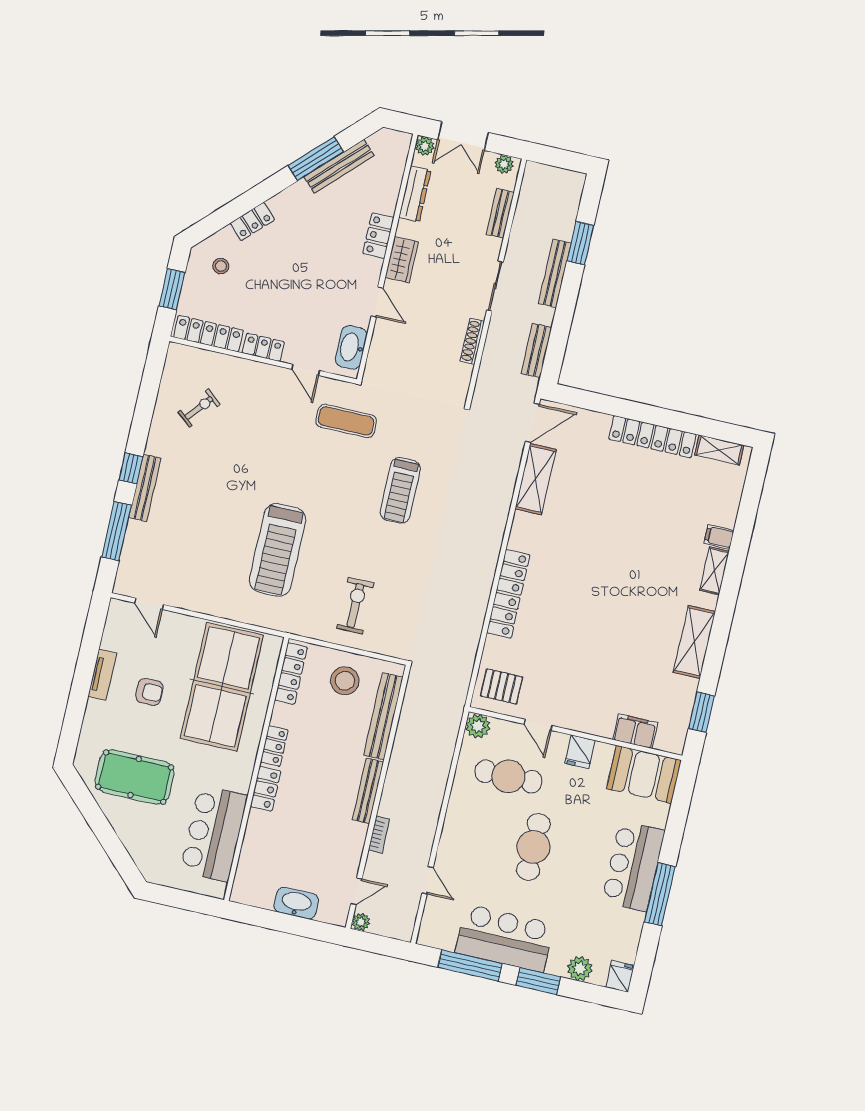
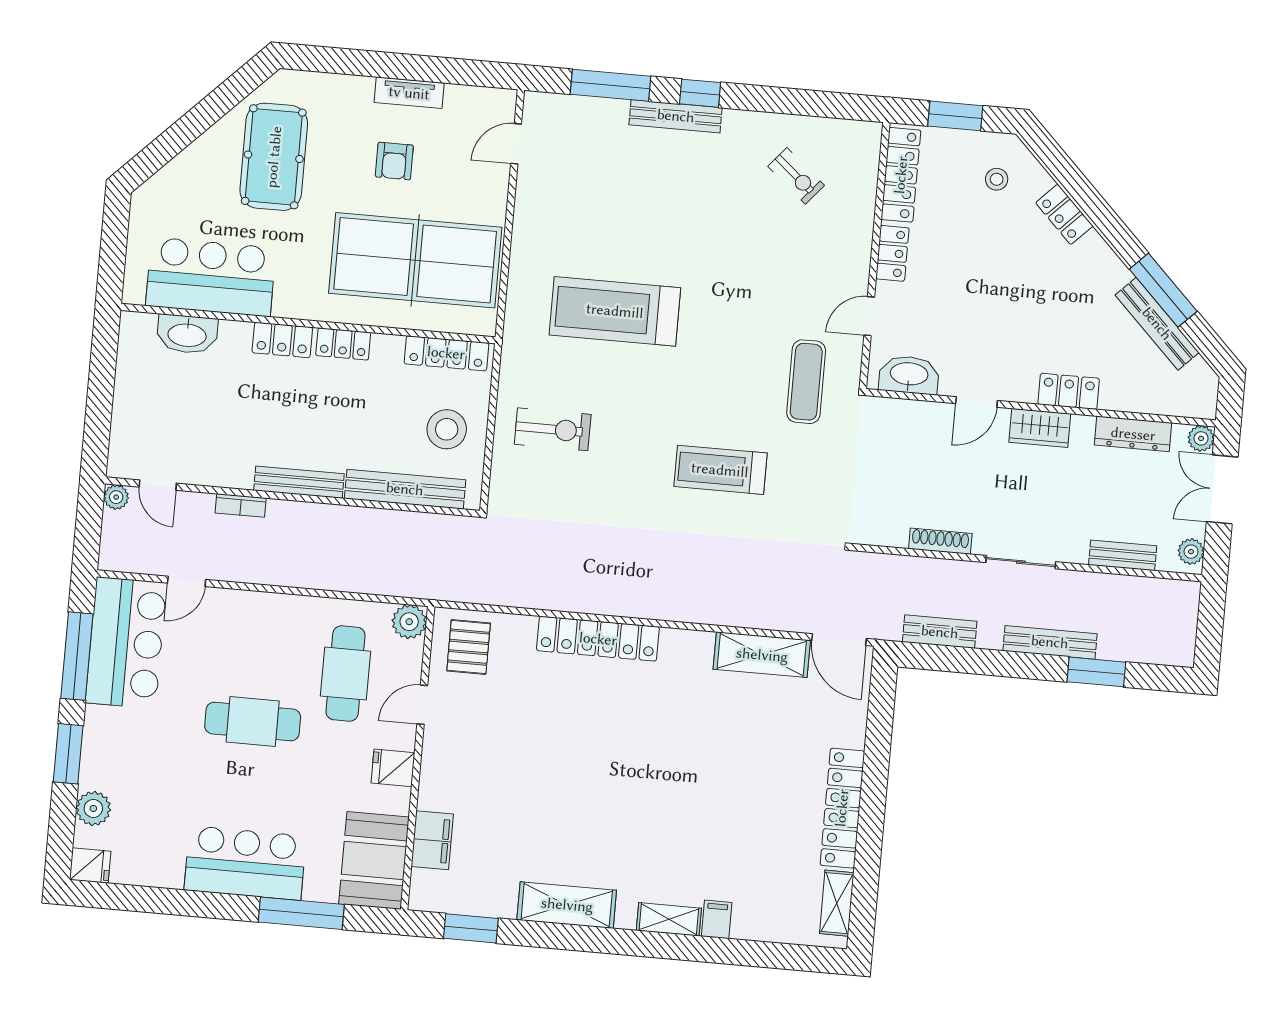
window: (660, 894) -> (301, 913), moved
washbasin: (296, 903) -> (187, 334), moved, turned 90
bar counter: (504, 938) -> (126, 643), moved

